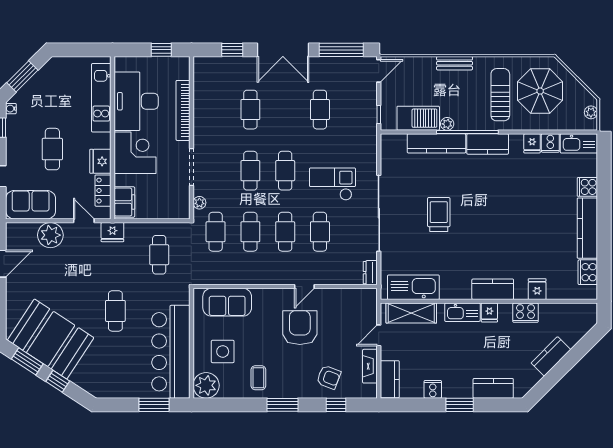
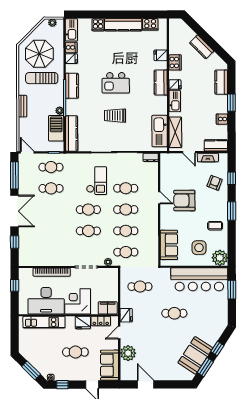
cafe table: (250, 110) -> (51, 167), moved
kitchen counter: (436, 143) -> (72, 133), moved
checkout: (332, 184) -> (97, 181), turned 180
kitchen island: (492, 216) -> (116, 83), added
booth: (51, 339) -> (195, 355), width x0.73, depth x0.70

